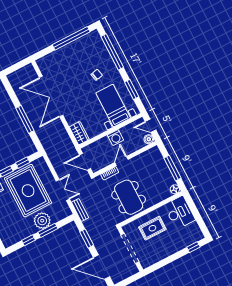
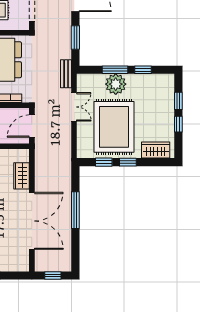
window: (17, 66) -> (53, 276), added
wardrobe: (79, 133) -> (22, 176), moved
door: (85, 162) -> (32, 126), swing flipped
double door: (63, 190) -> (74, 107), swing flipped

